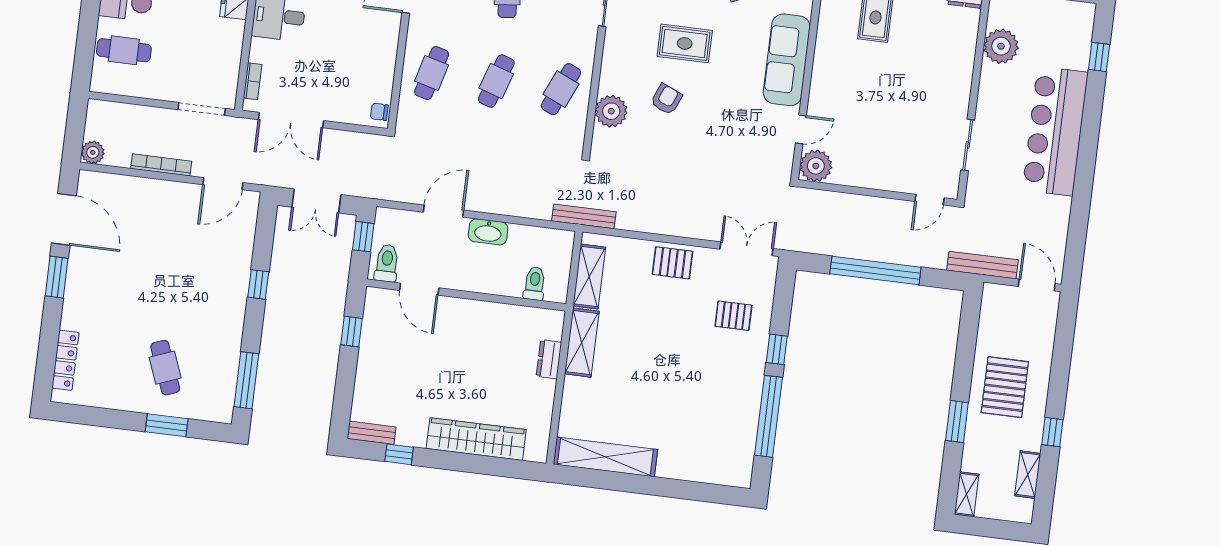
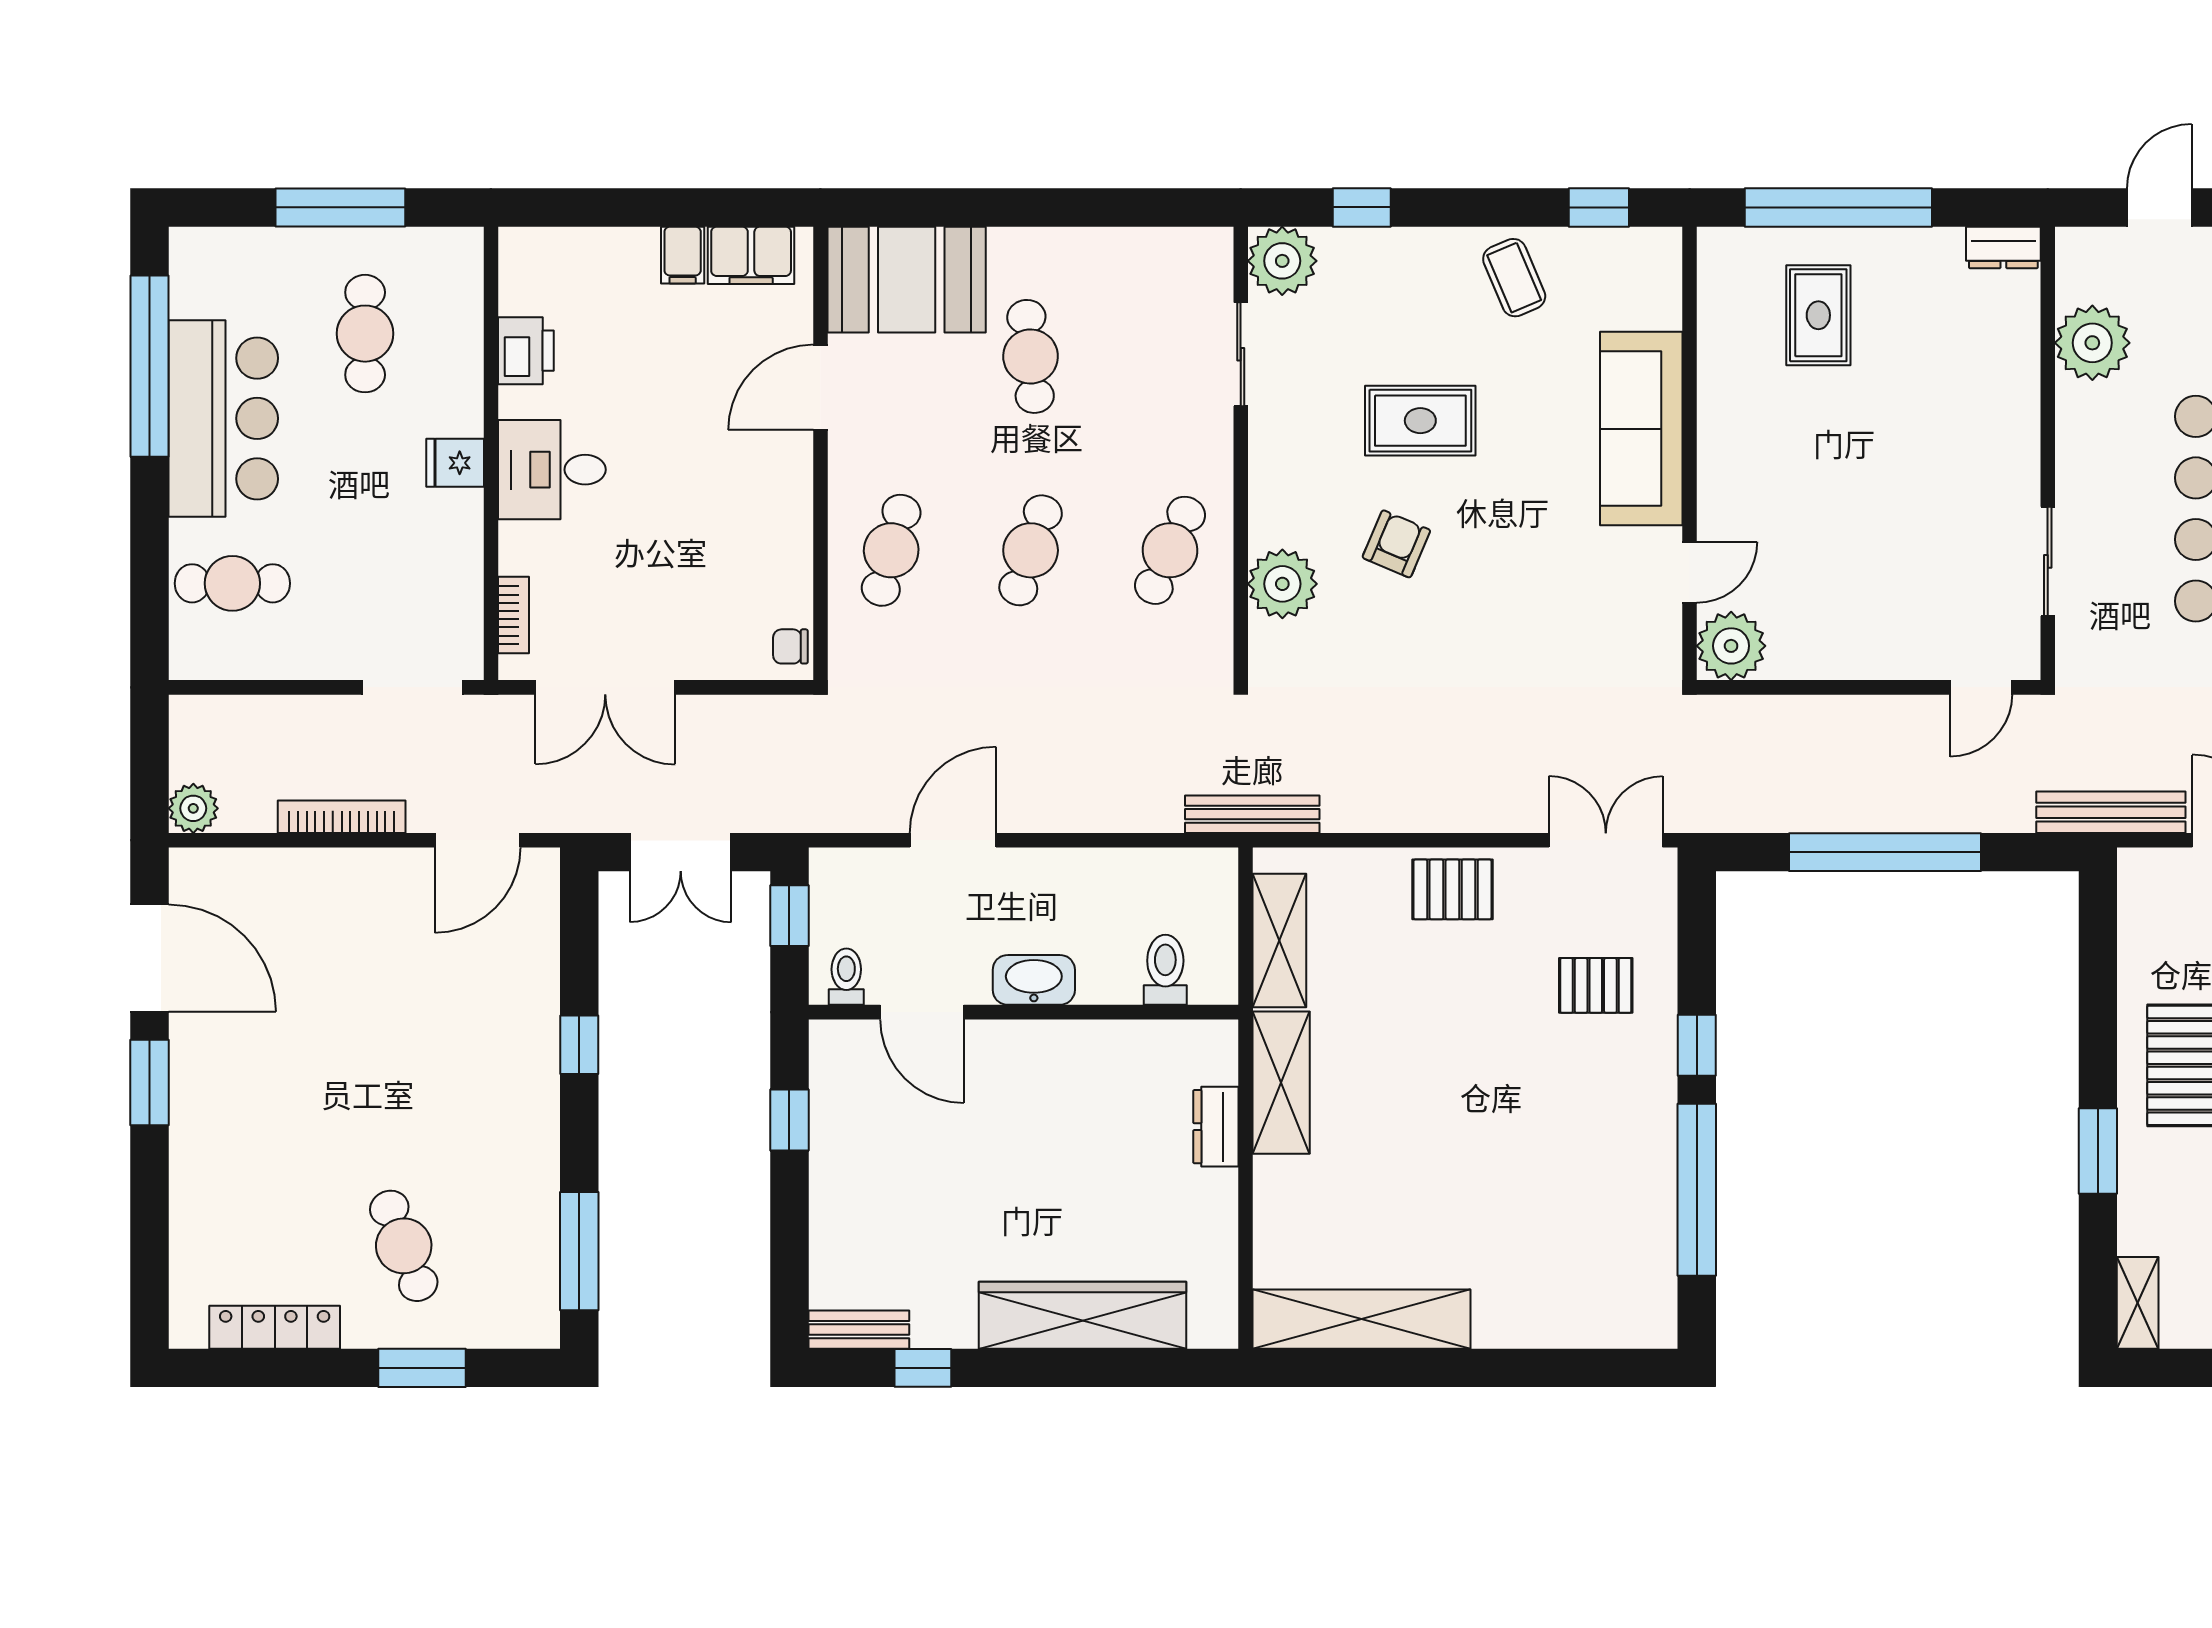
washbasin: (488, 232) -> (1034, 980), moved, turned 180
toilet: (387, 263) -> (846, 977), width x0.73, depth x0.72
locker: (65, 360) -> (275, 1327), moved, turned -90

